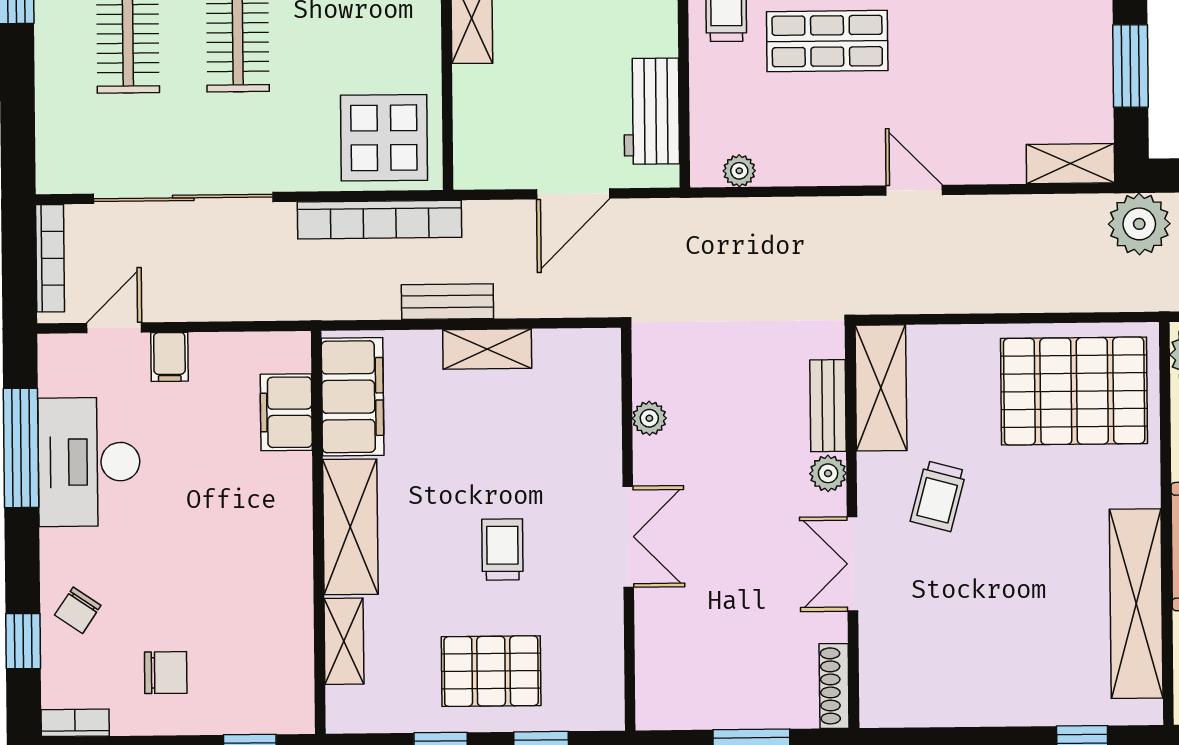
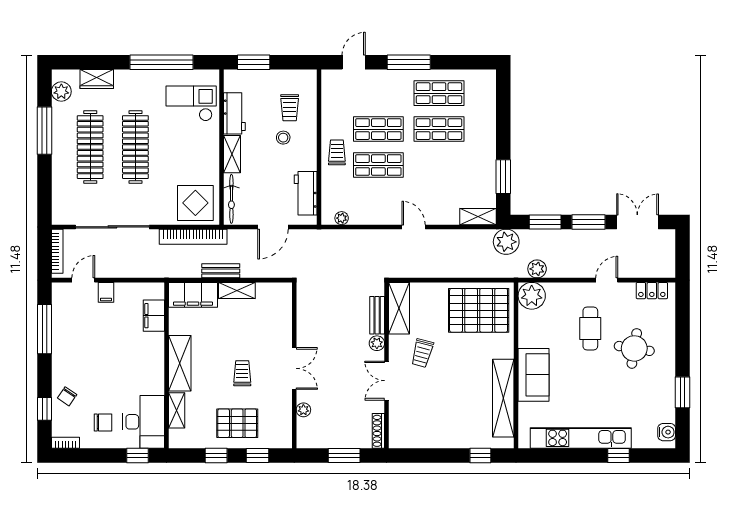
bicycle: (472, 127) -> (231, 199), added
filing cabinet: (353, 397) -> (193, 295), moved, turned 90
plant: (649, 418) -> (303, 410), moved
desk: (89, 462) -> (144, 422), moved, turned 180

